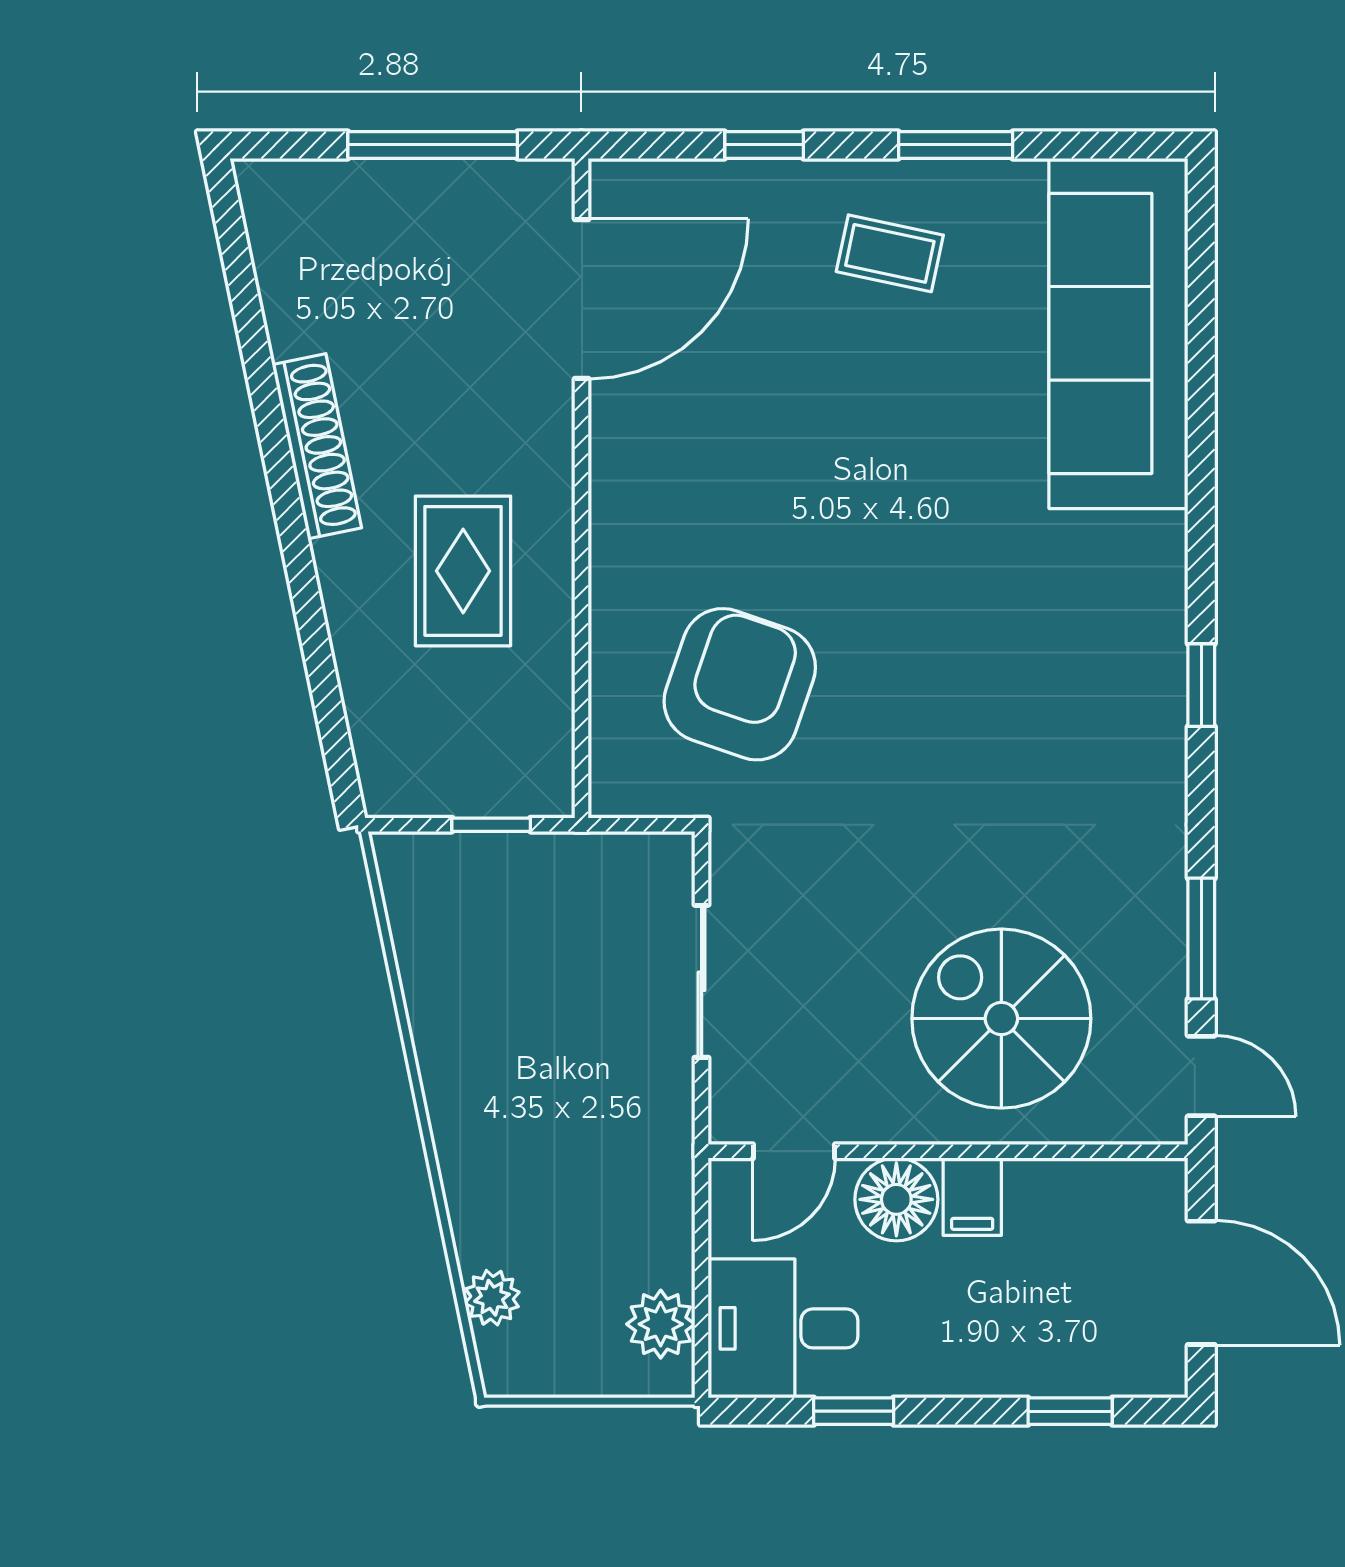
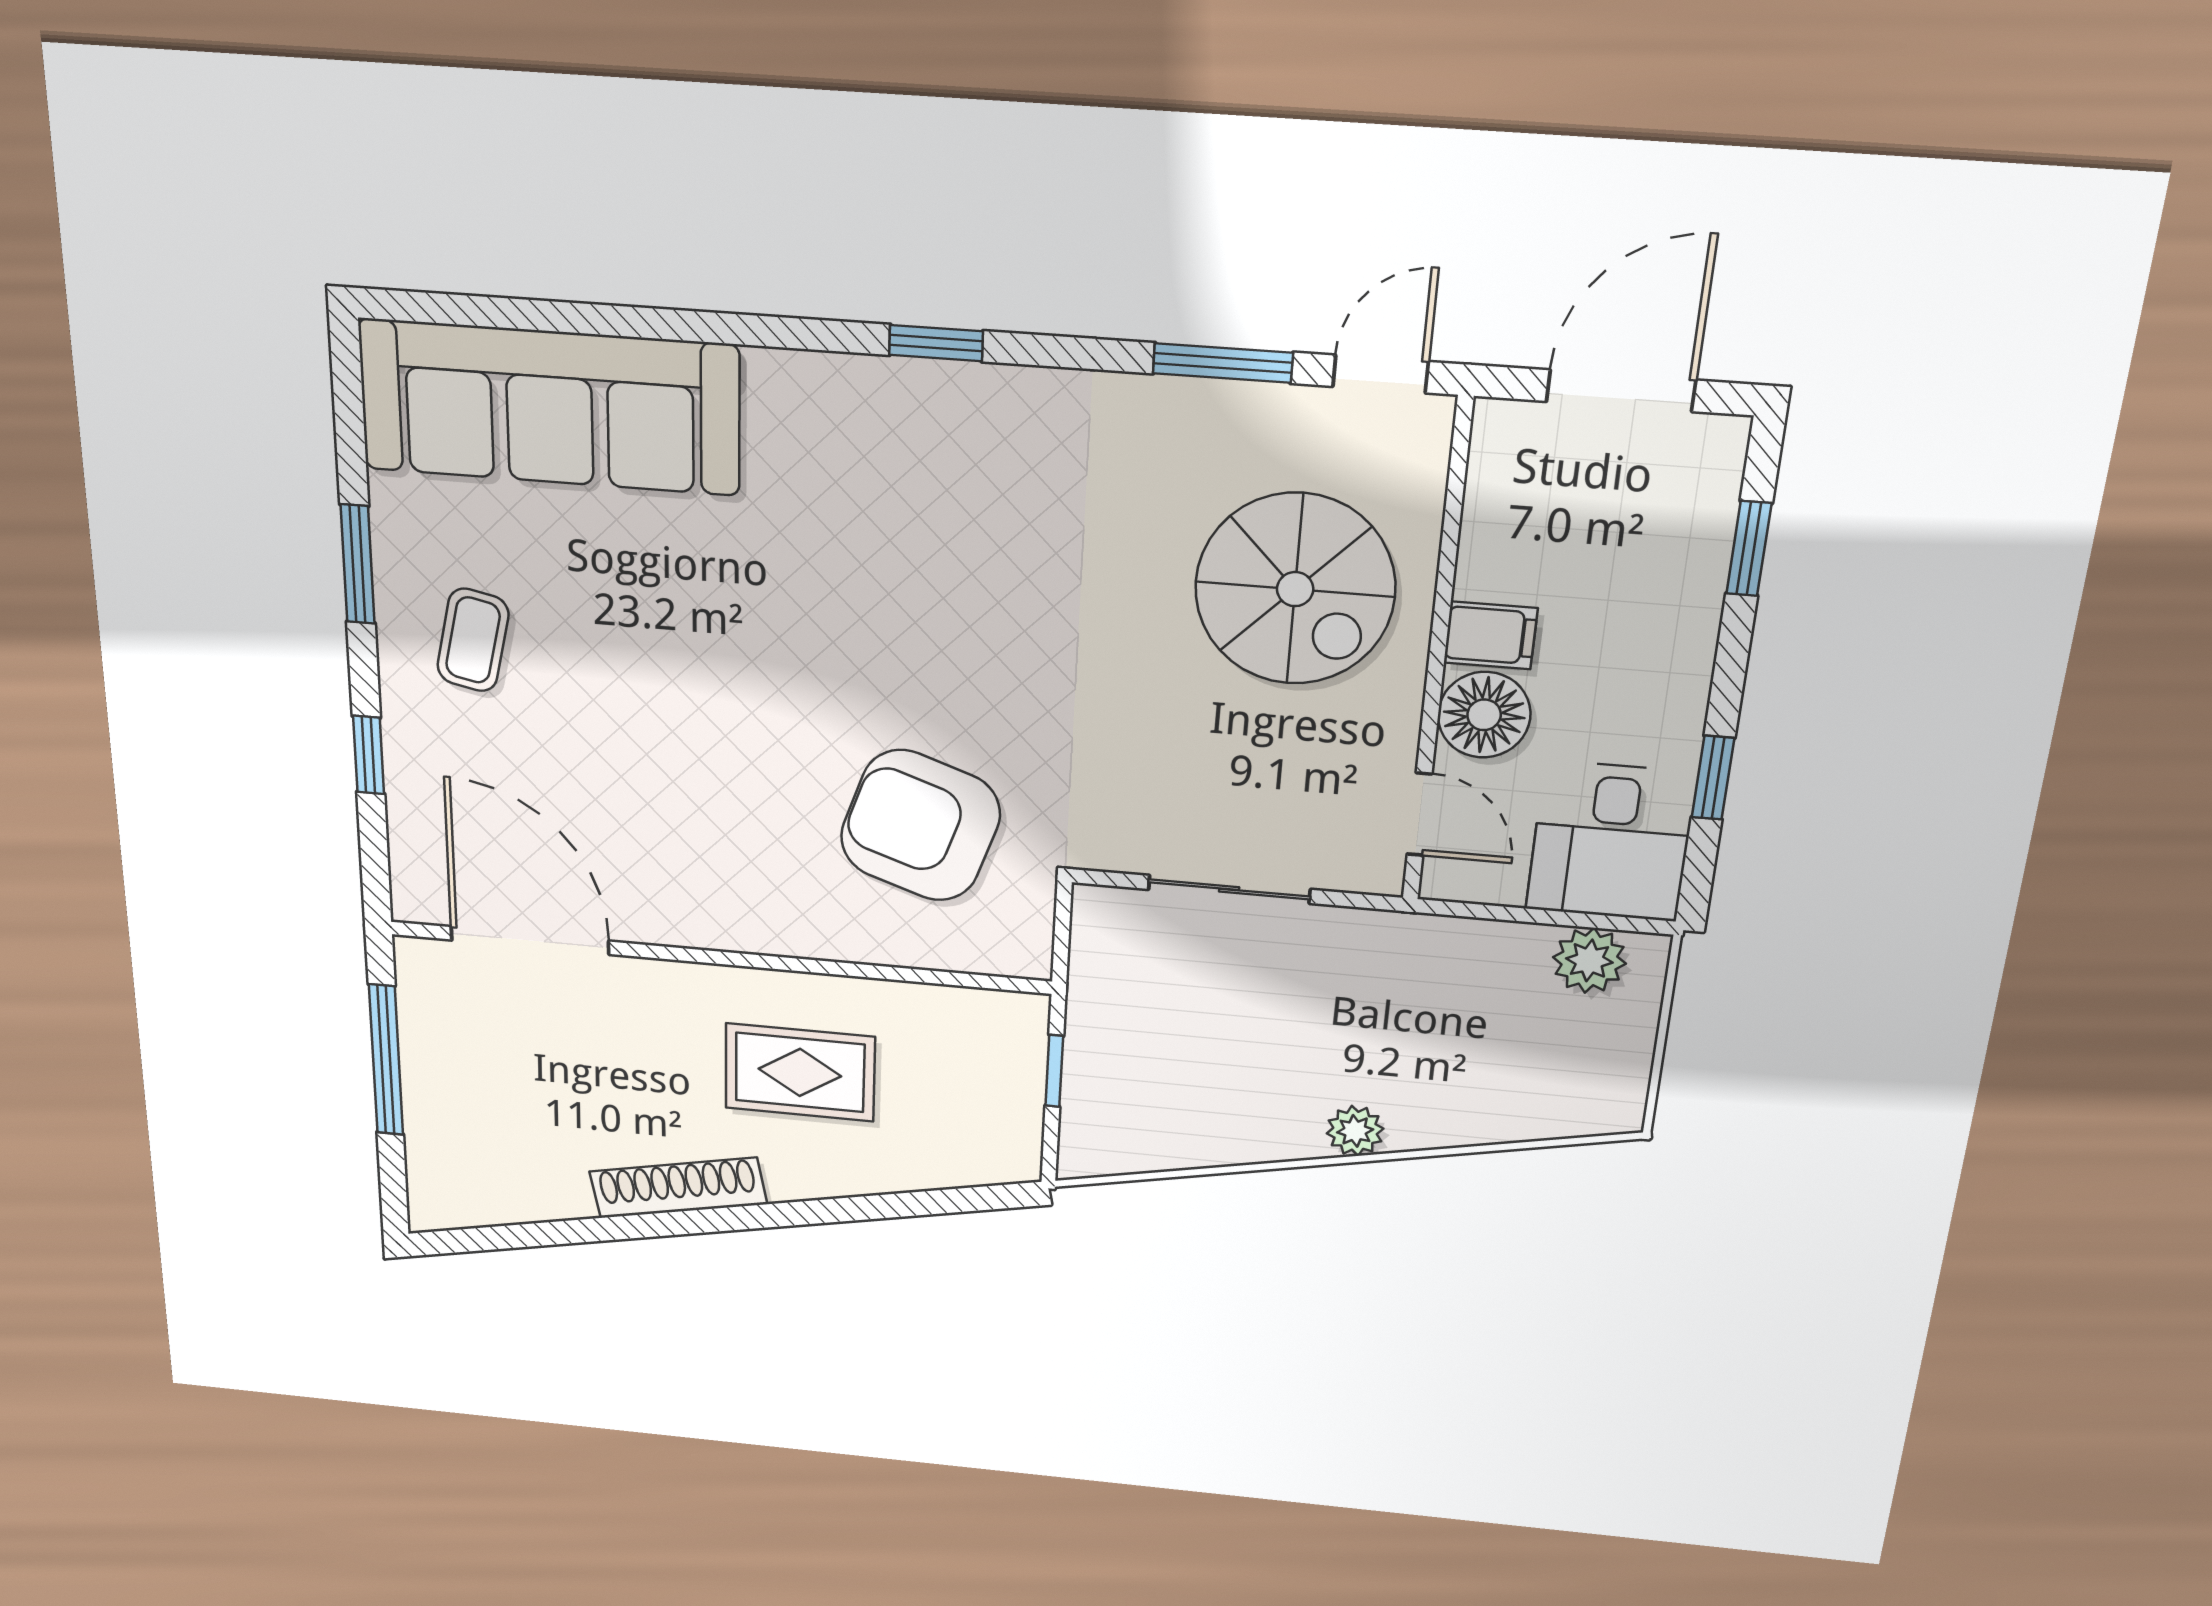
spiral stairs: (1001, 1019) -> (1295, 589), turned -90
plant: (492, 1298) -> (1355, 1131), moved

